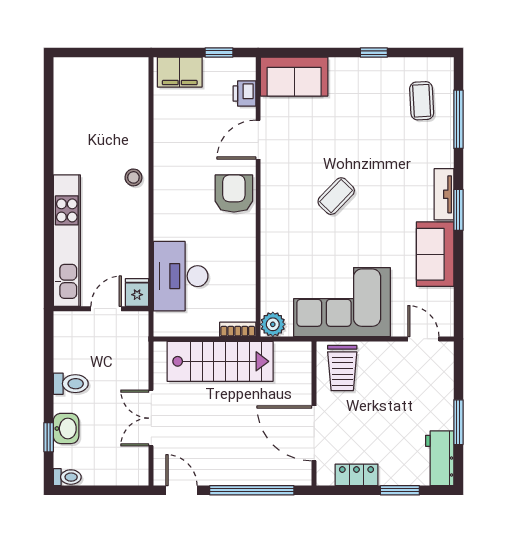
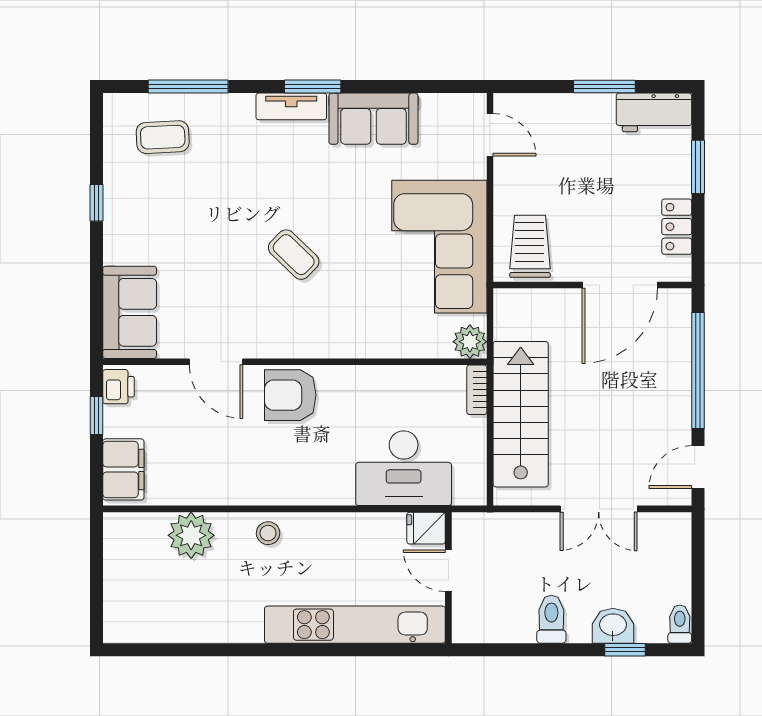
printer: (244, 94) -> (119, 387), moved, turned -90
plant: (132, 121) -> (191, 535), added
door: (423, 339) -> (490, 135), swing flipped
trolley: (342, 368) -> (530, 246), turned -90

